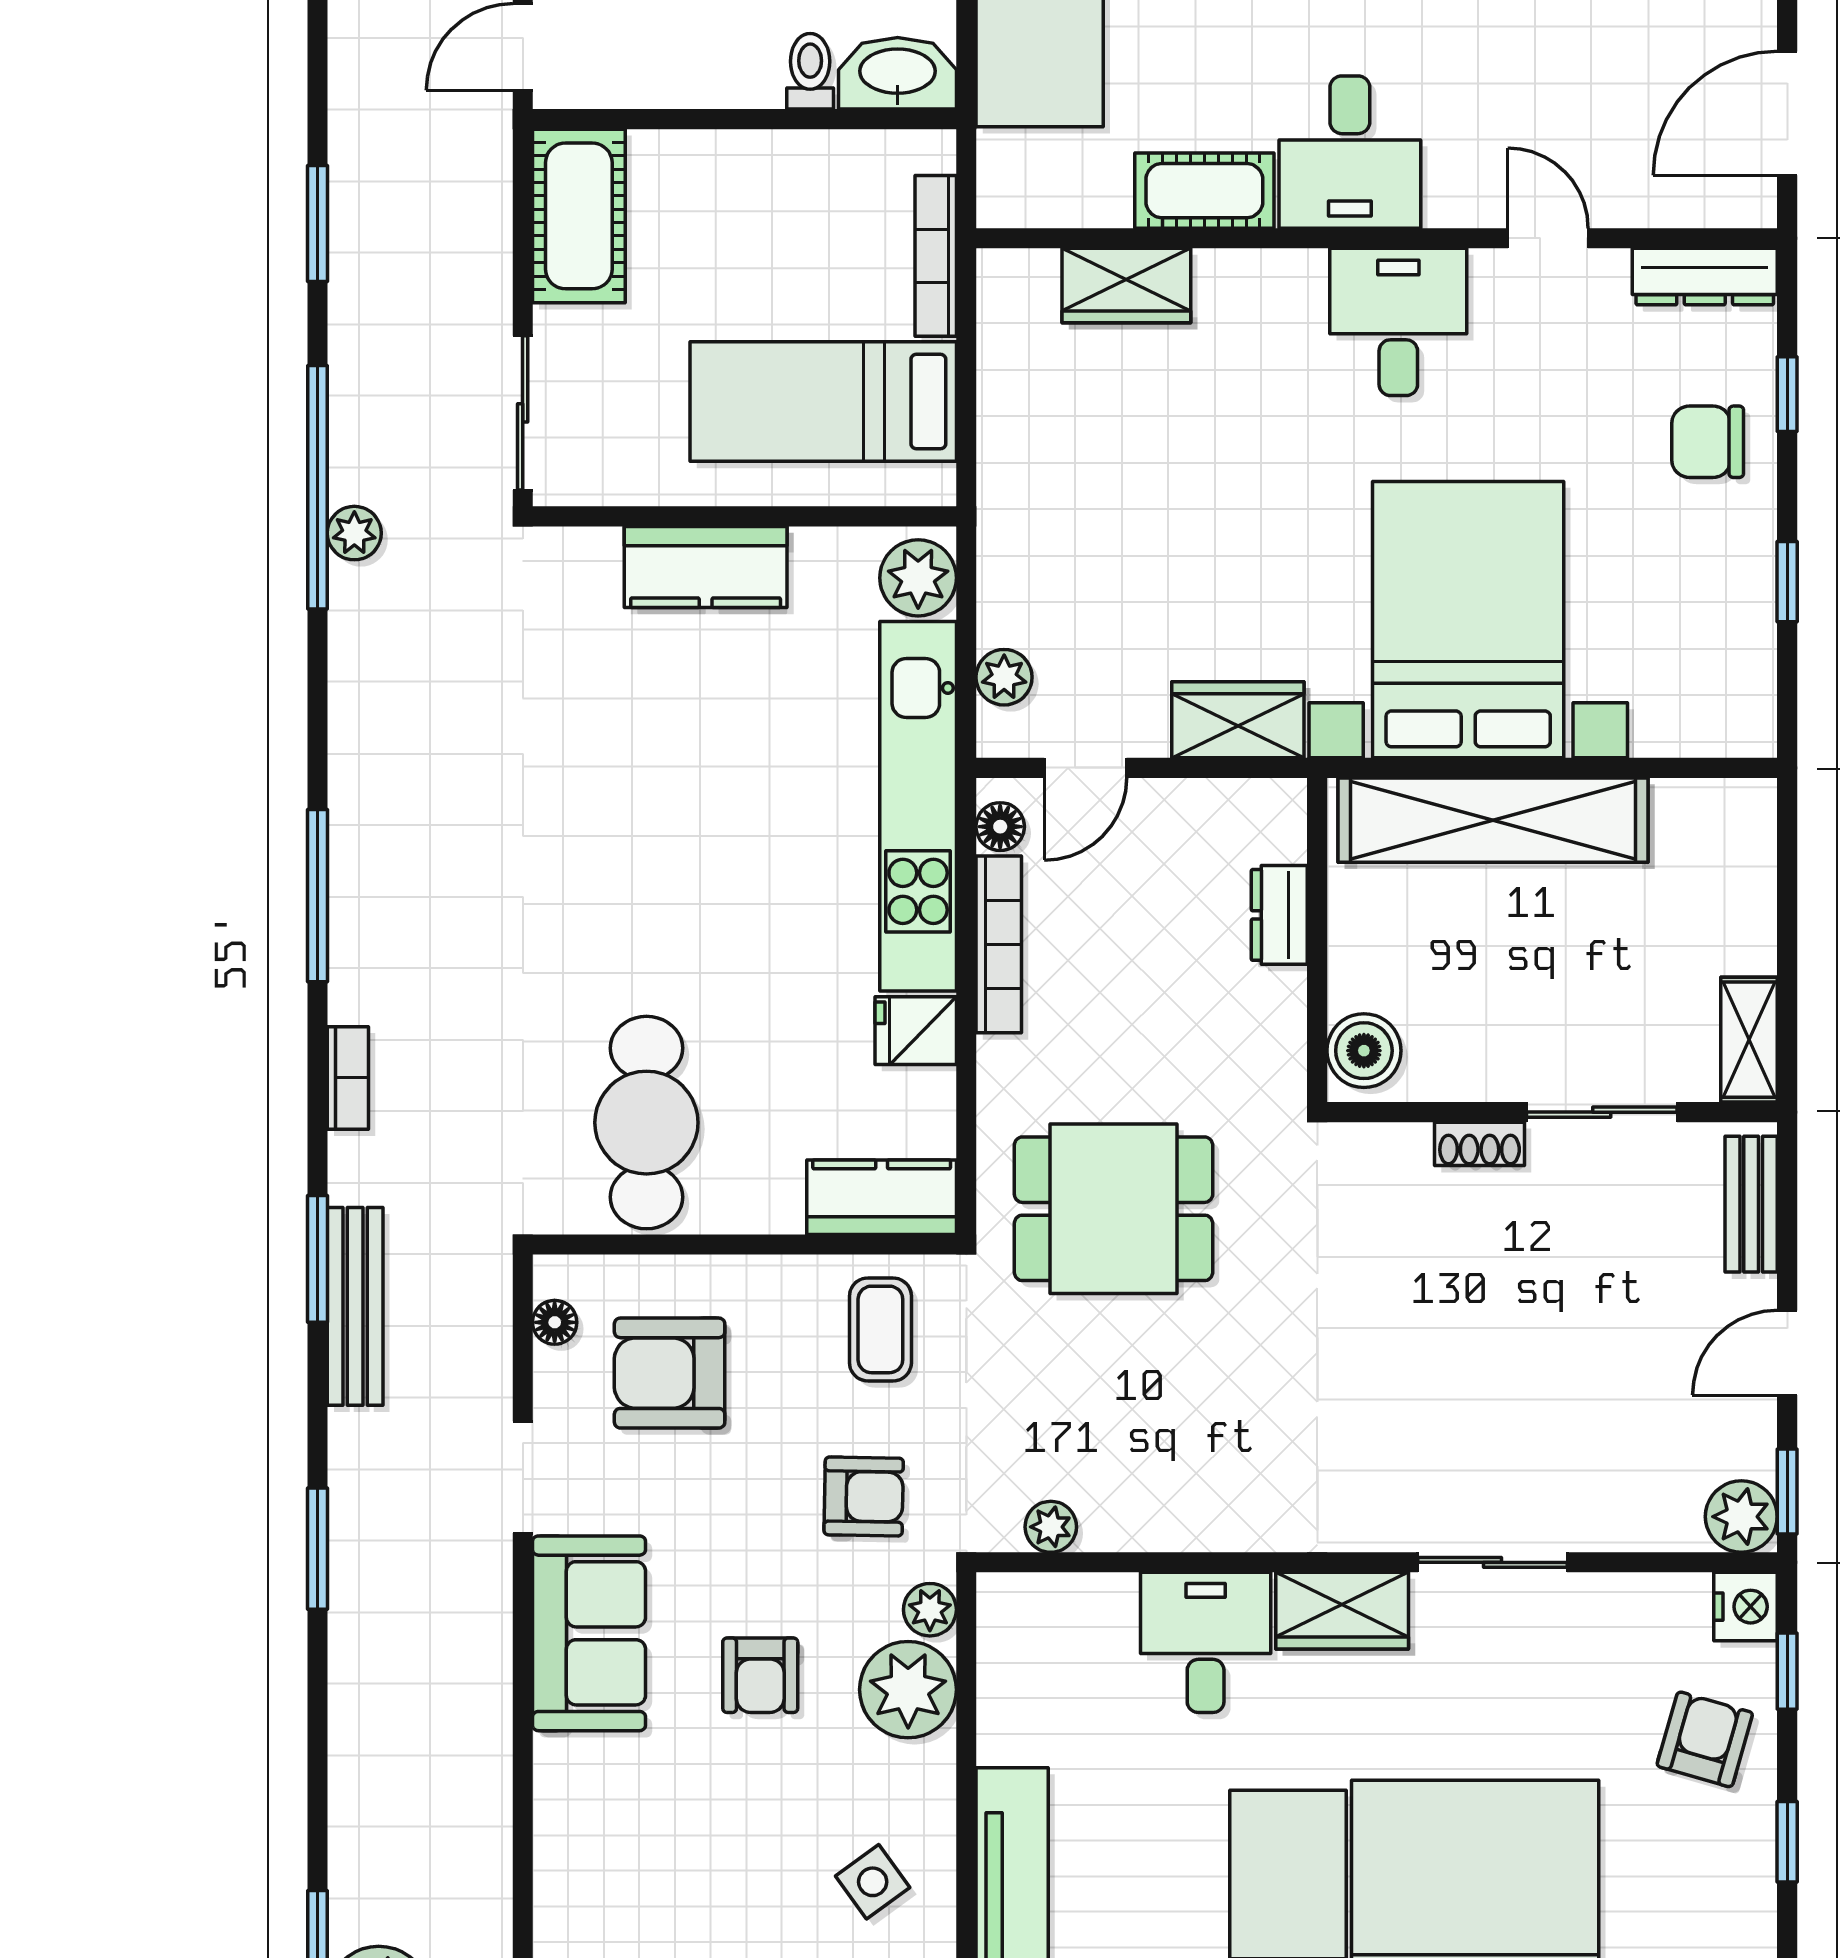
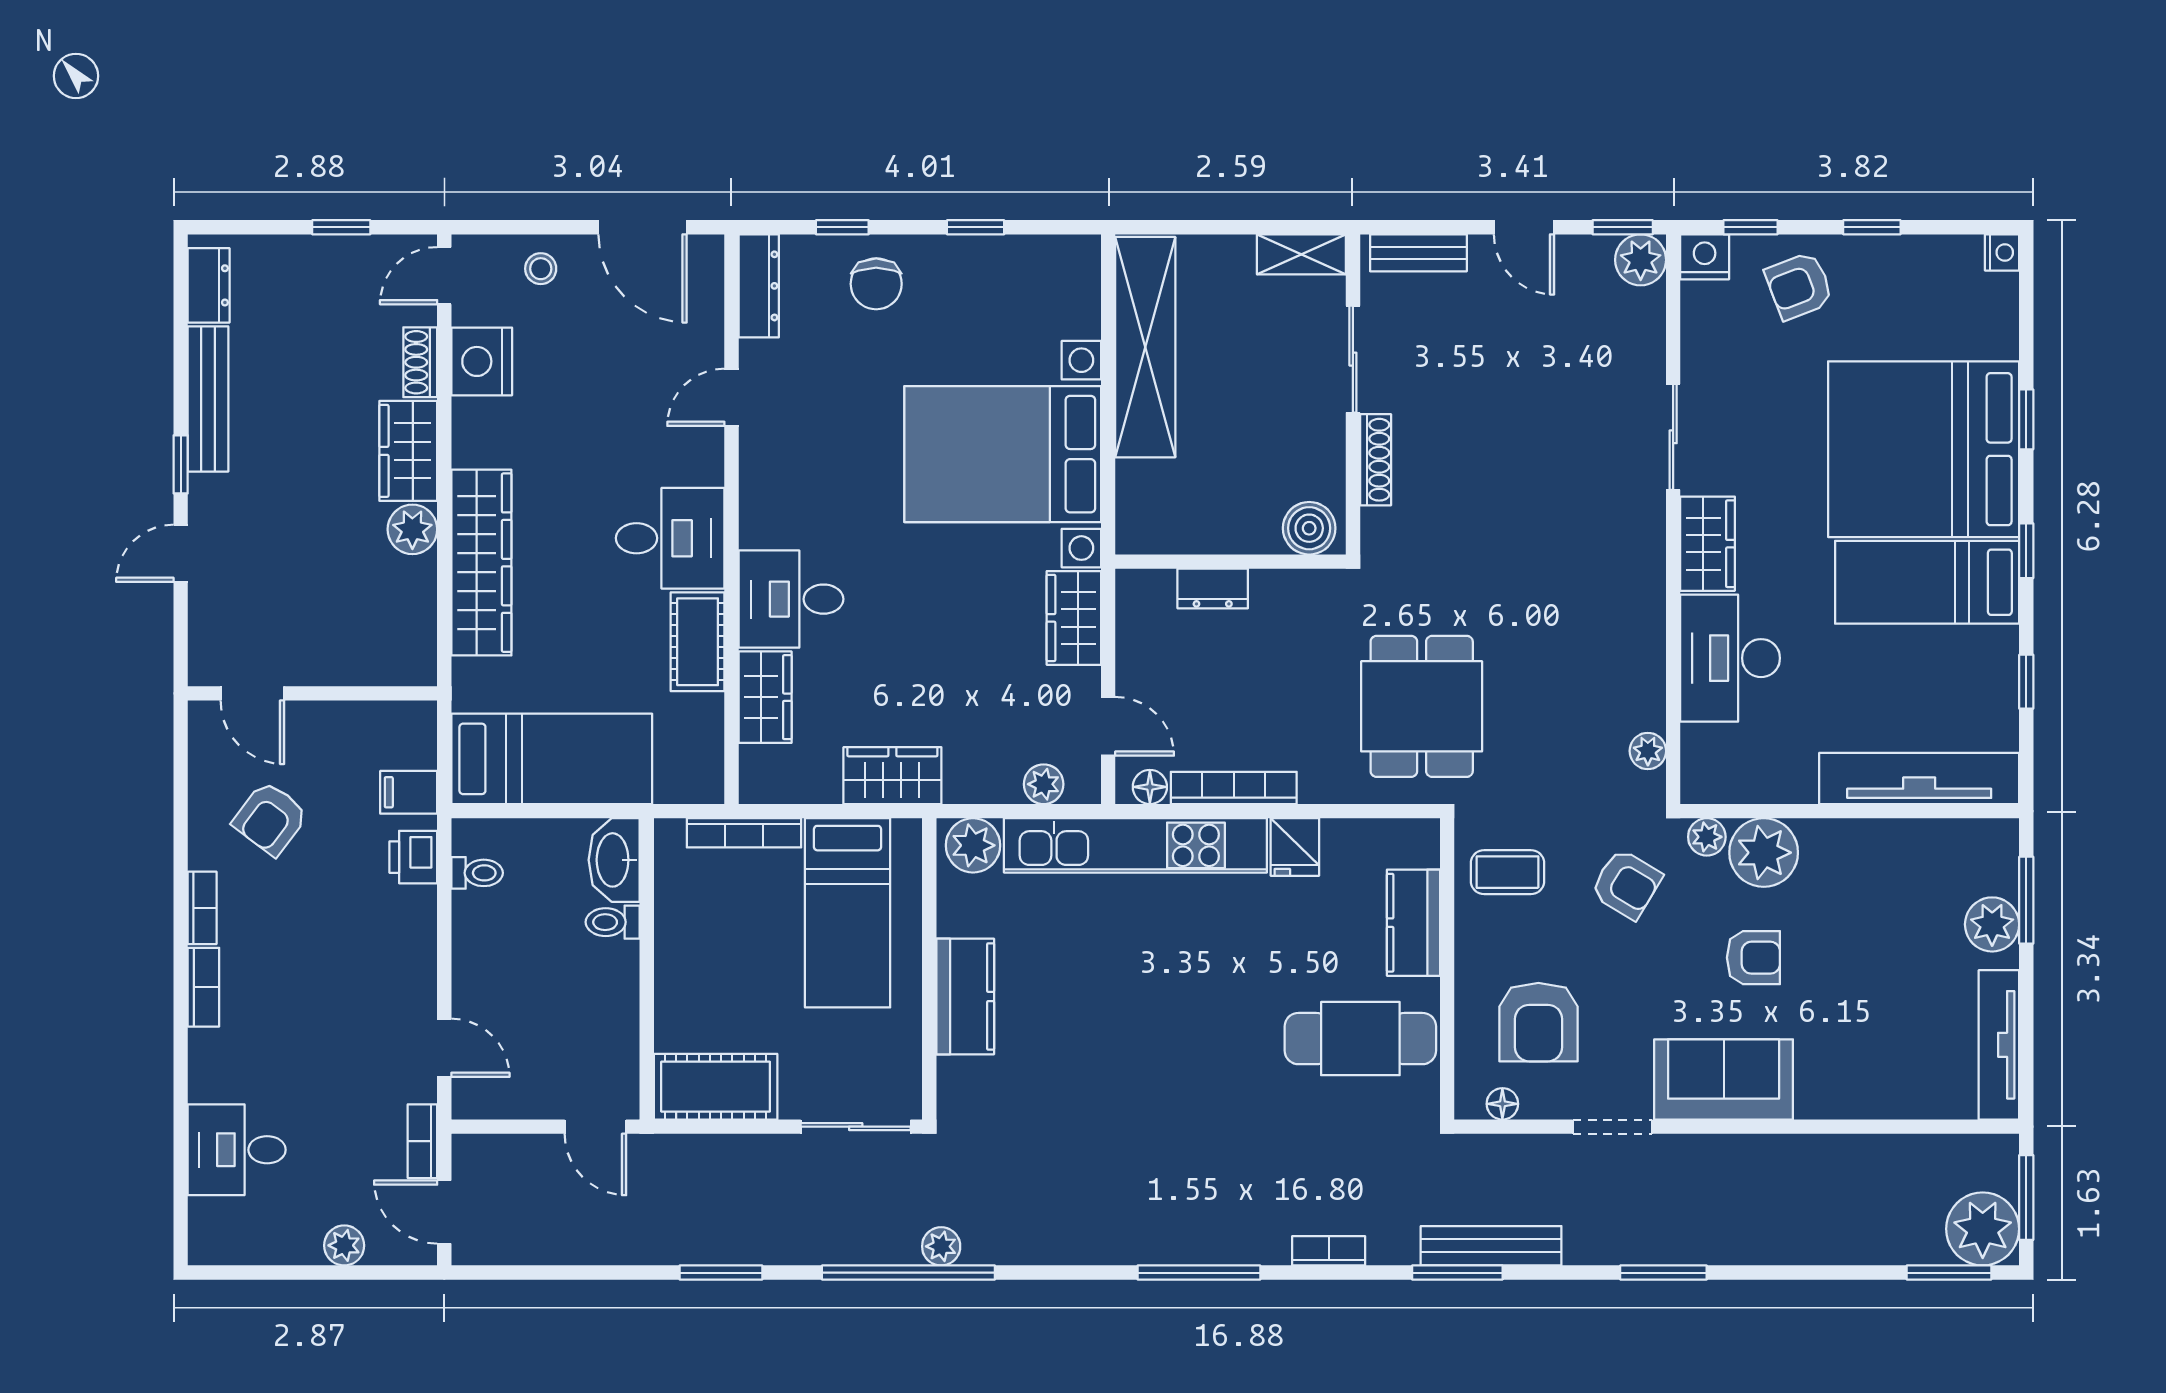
desk: (1398, 322) -> (791, 599), moved
wardrobe: (1016, 465) -> (892, 776), added
shelving: (1493, 820) -> (1145, 347), moved
shoe rack: (1480, 1144) -> (1376, 460), width x1.43
kitchen counter: (882, 1197) -> (1413, 923), moved
armchair: (864, 1497) -> (1626, 884), turned 120
desk: (1206, 1642) -> (1730, 658), width x1.37
armchair: (1705, 1739) -> (1799, 286), turned -37
side table: (873, 1882) -> (1900, 878), removed

